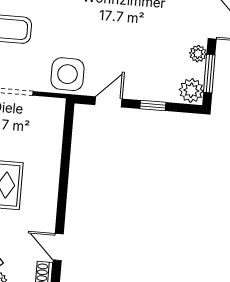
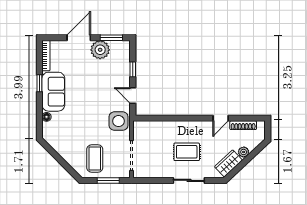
plant: (198, 54) -> (100, 50), width x1.87, depth x1.87
plant: (191, 90) -> (122, 47), removed

